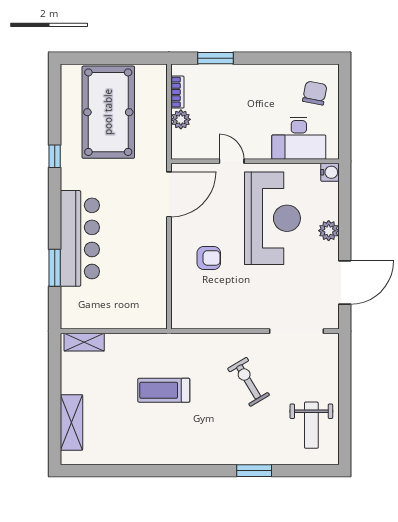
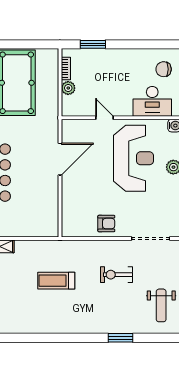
chair: (315, 93) -> (164, 69), turned -101
door: (169, 194) -> (60, 159), moved
armchair: (209, 258) -> (106, 224), moved
exercise bike: (248, 382) -> (116, 275), turned -59

